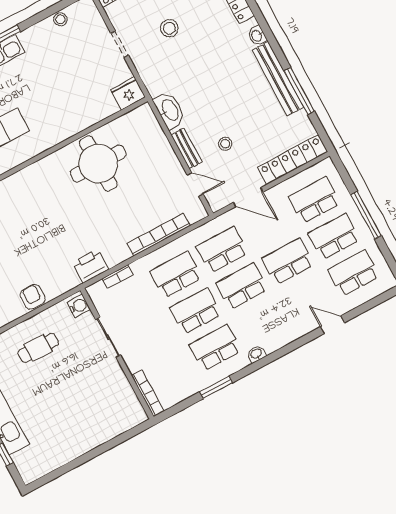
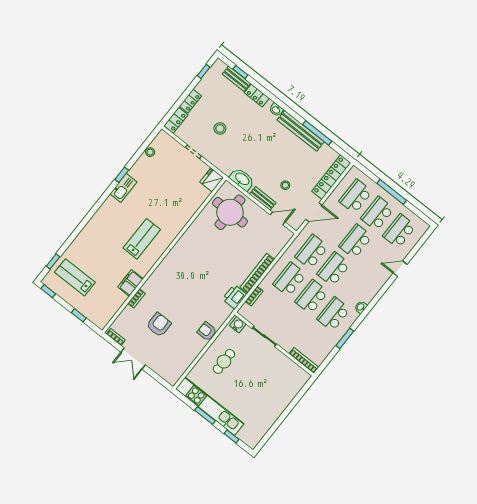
round table: (98, 164) -> (230, 212), moved
bookcase: (159, 235) -> (257, 273), moved

